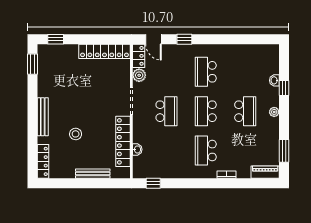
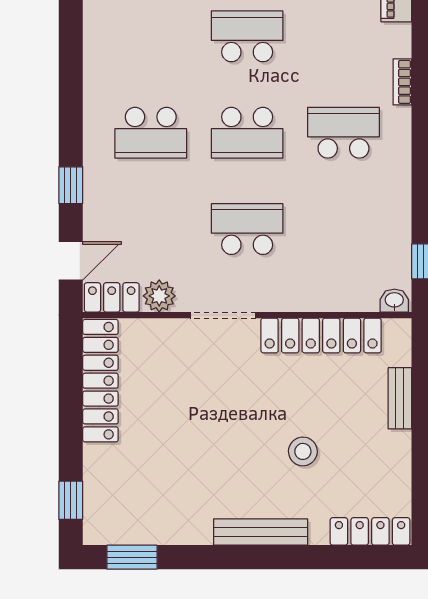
washbasin: (137, 149) -> (394, 301), moved
school desk: (206, 151) -> (343, 133), turned 180
bench: (93, 174) -> (400, 398), width x0.73

